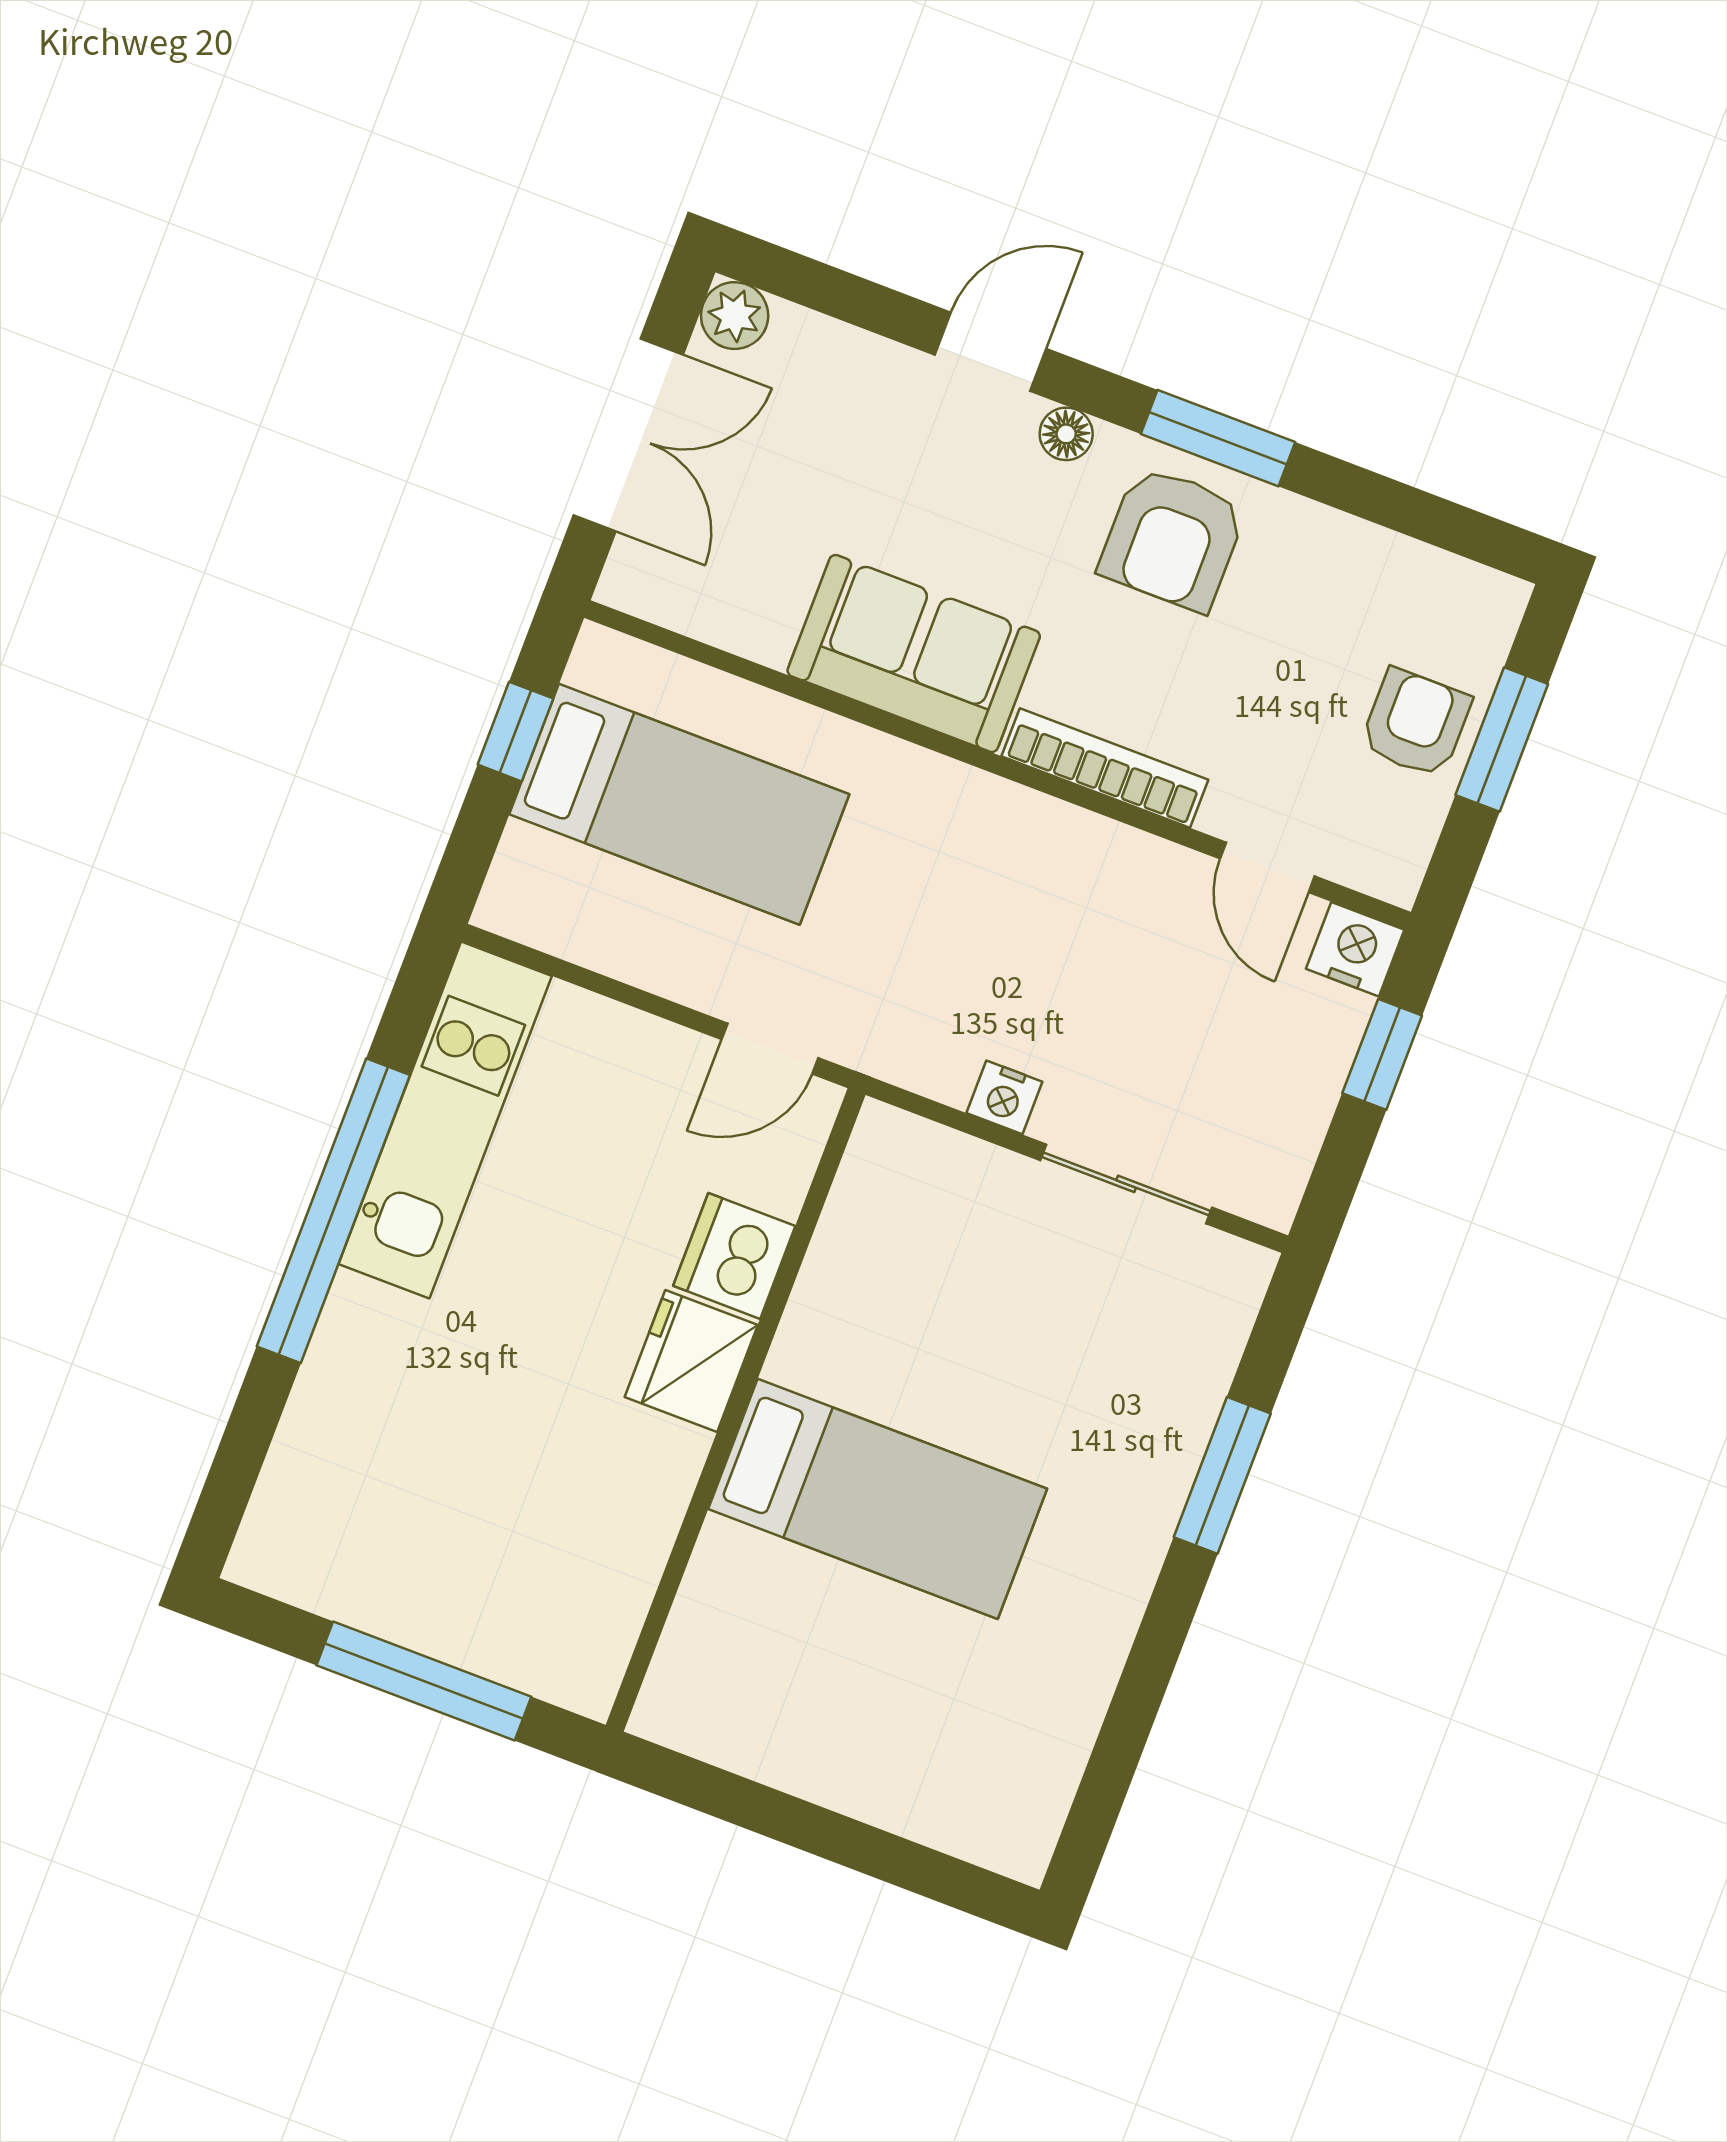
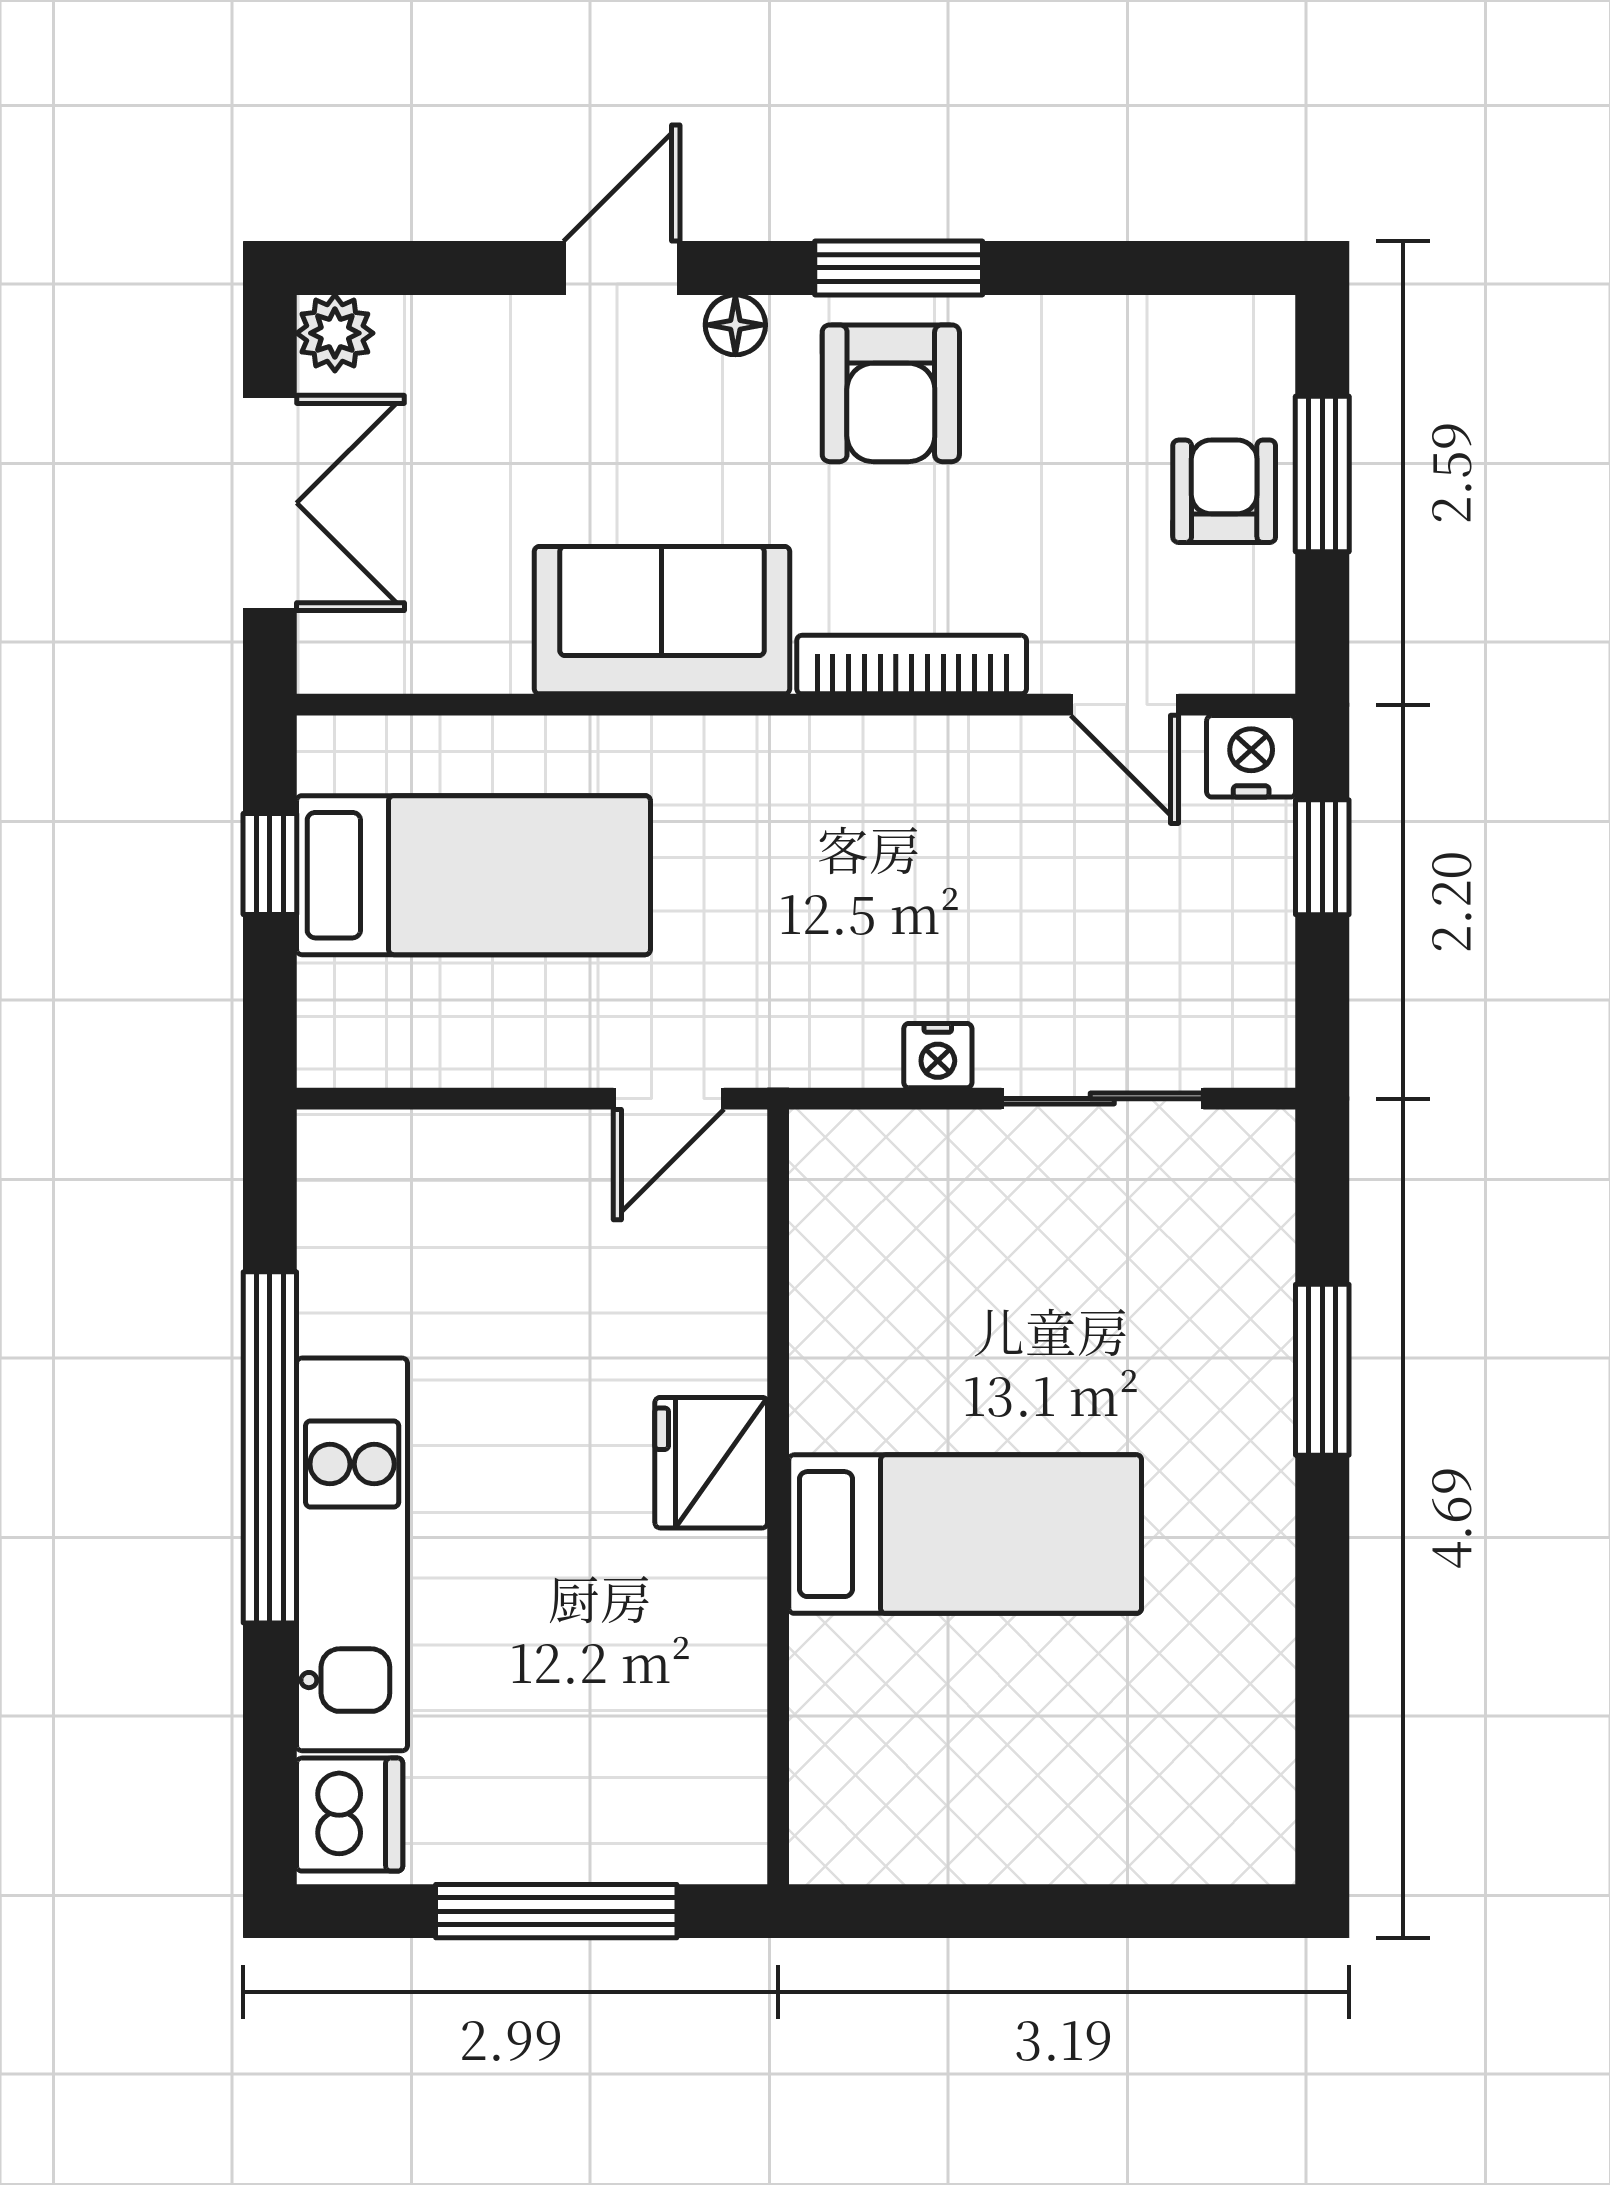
kitchen unit: (445, 1120) -> (352, 1554), moved
dishwasher: (734, 1256) -> (350, 1815), moved, turned 180

